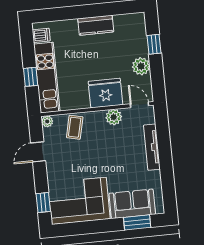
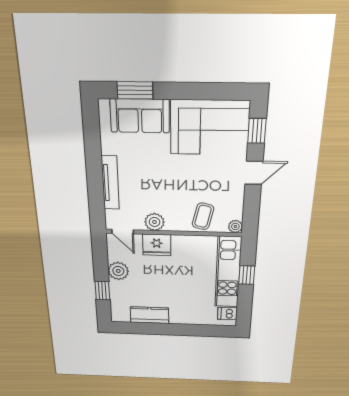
kitchen counter: (96, 25) -> (149, 315), moved
fridge: (105, 93) -> (157, 245), width x0.73, depth x0.75
door: (38, 152) -> (254, 173), moved

